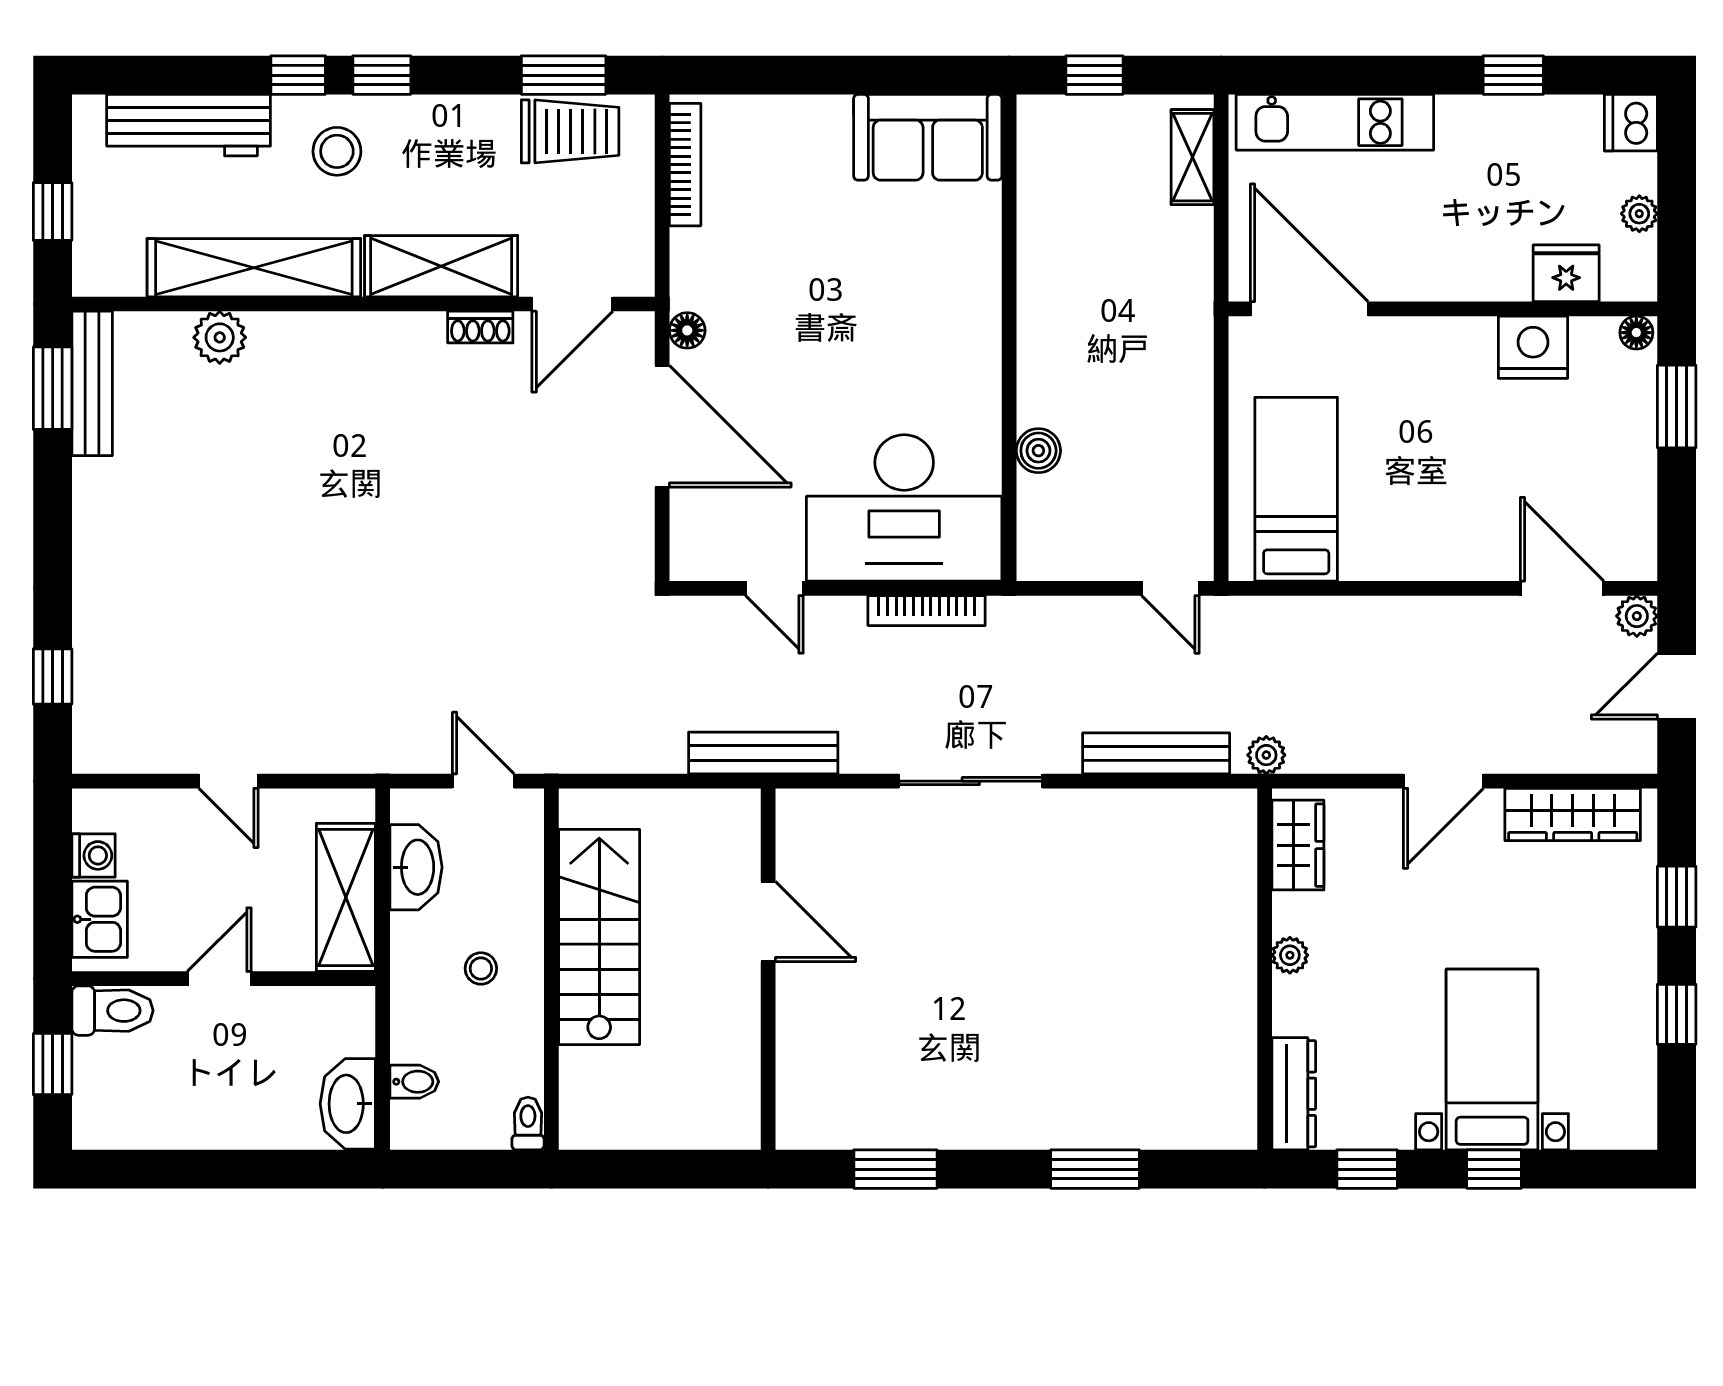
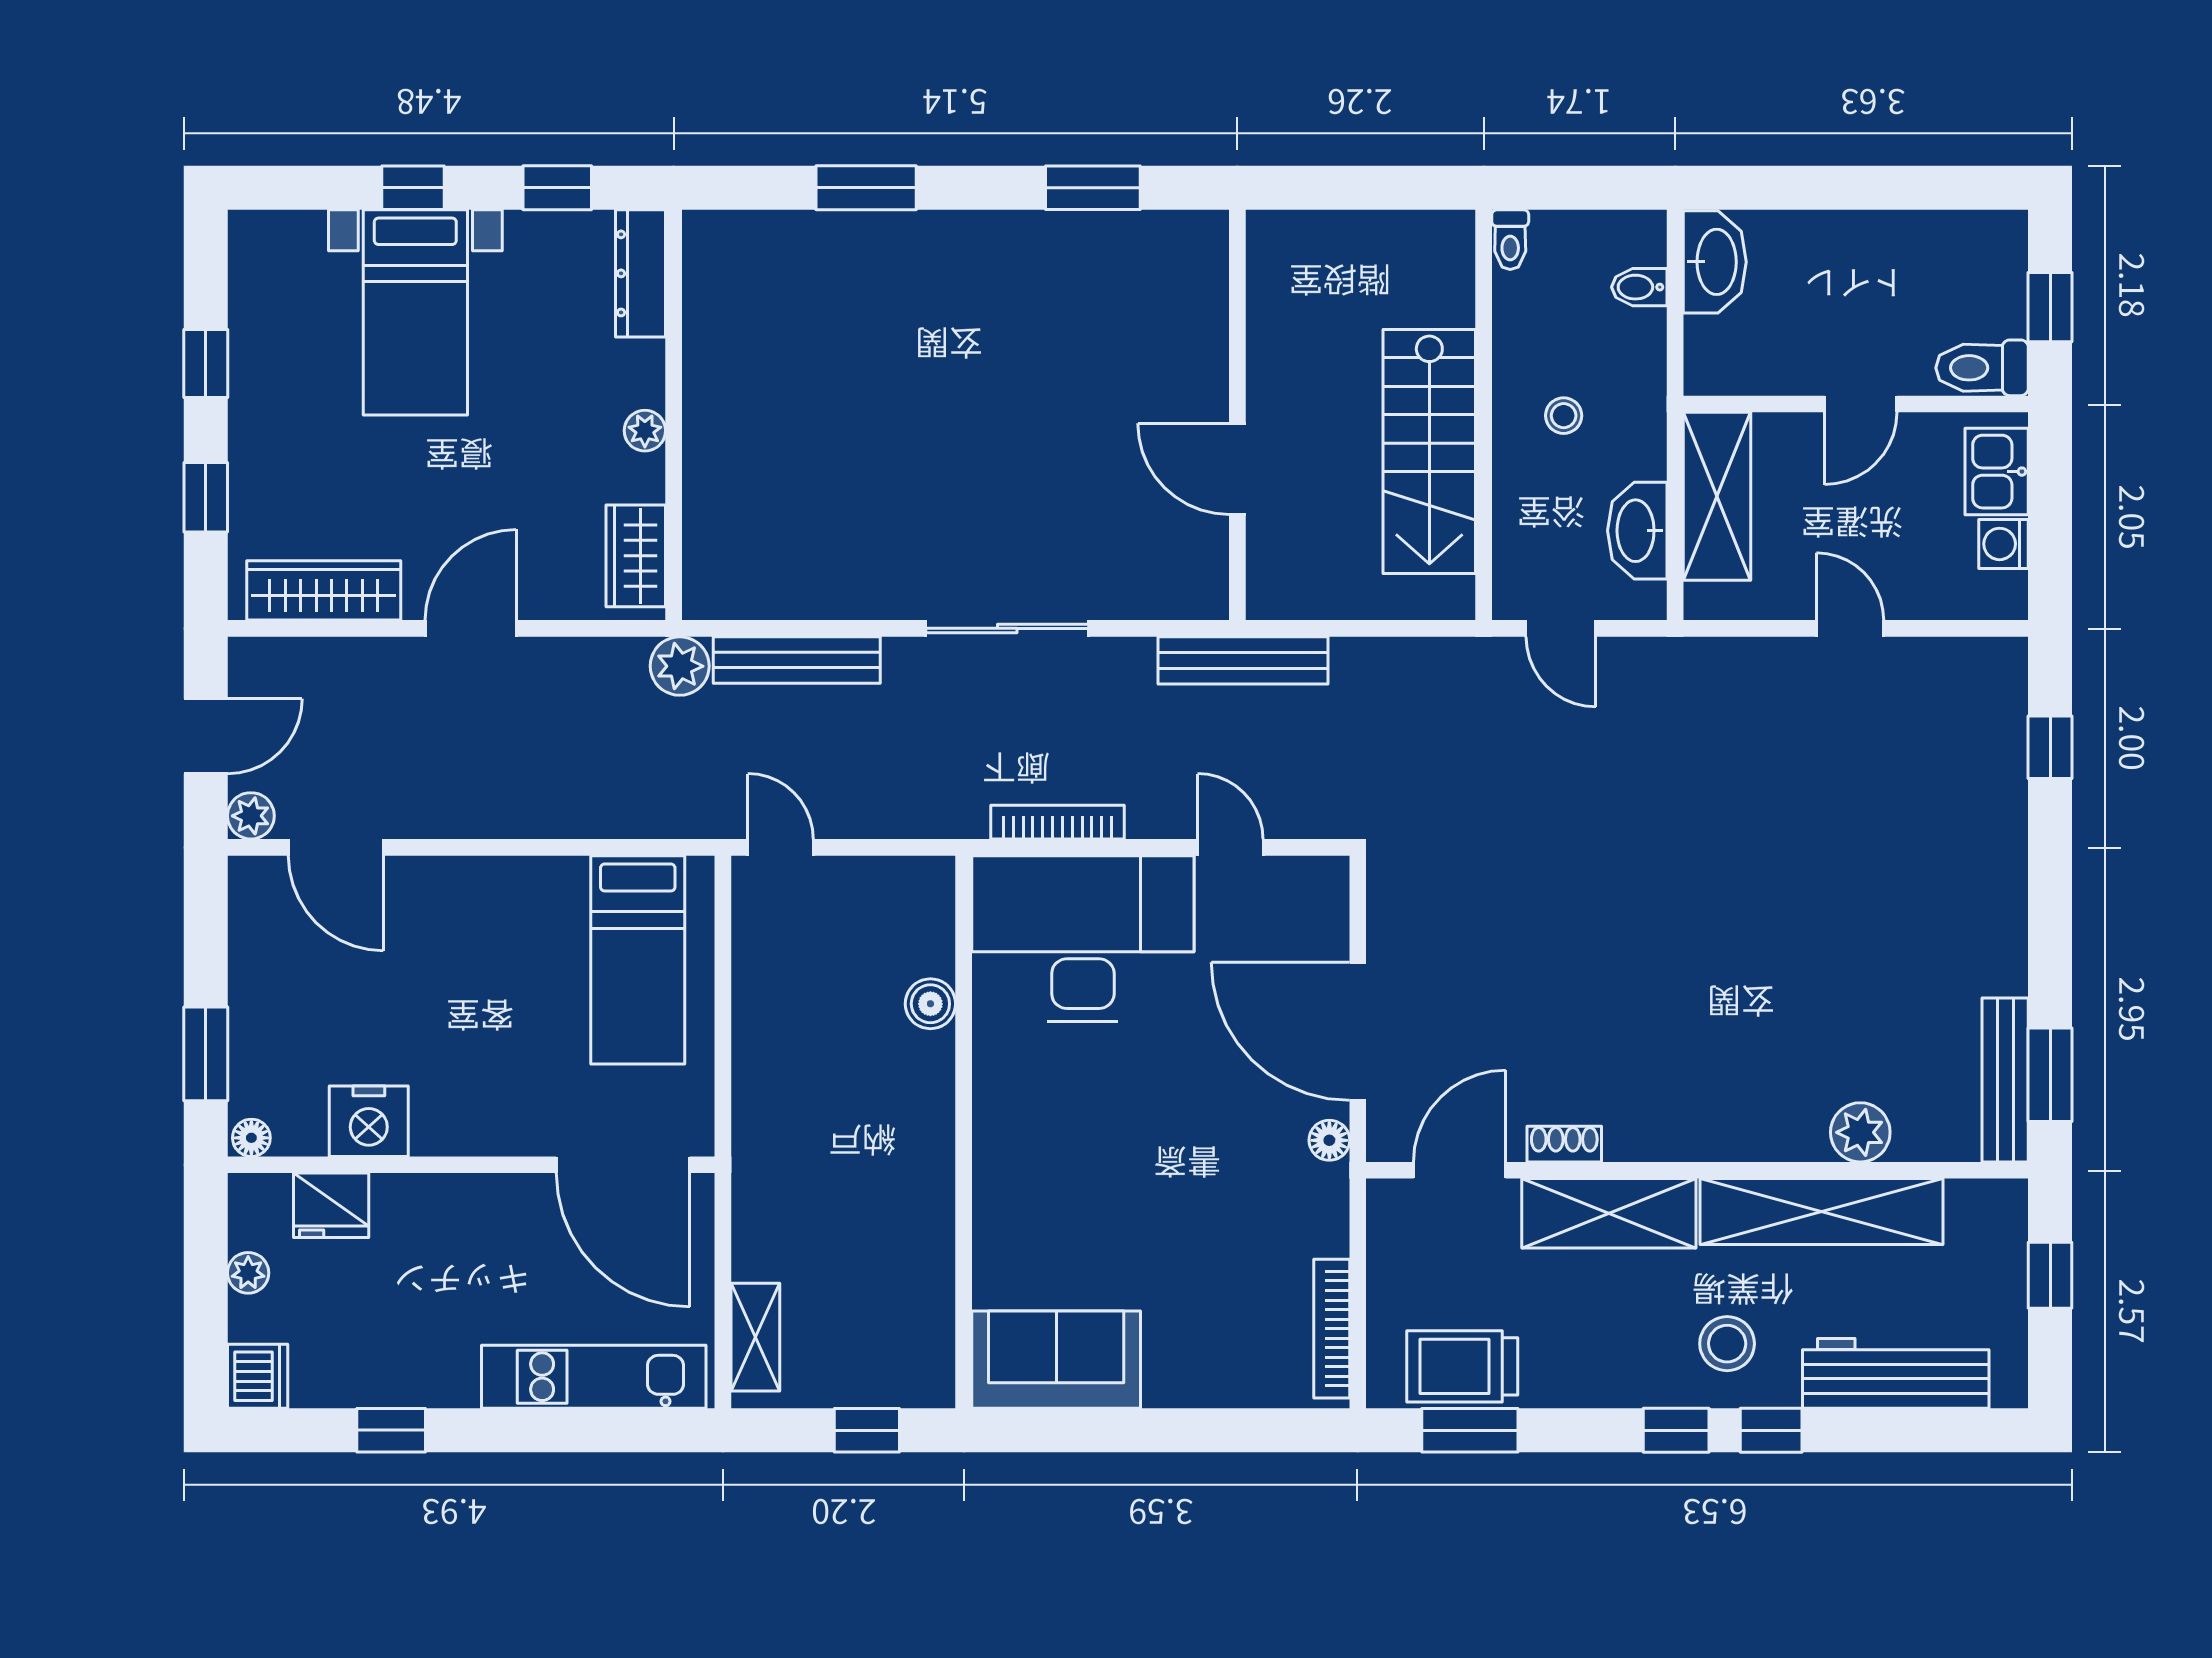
plant: (1266, 755) -> (680, 666), width x1.38, depth x1.38

